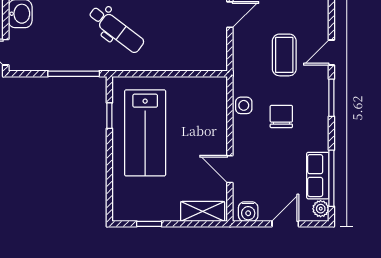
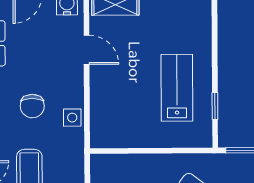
lab bench: (145, 133) -> (177, 88), width x0.73, depth x0.72

